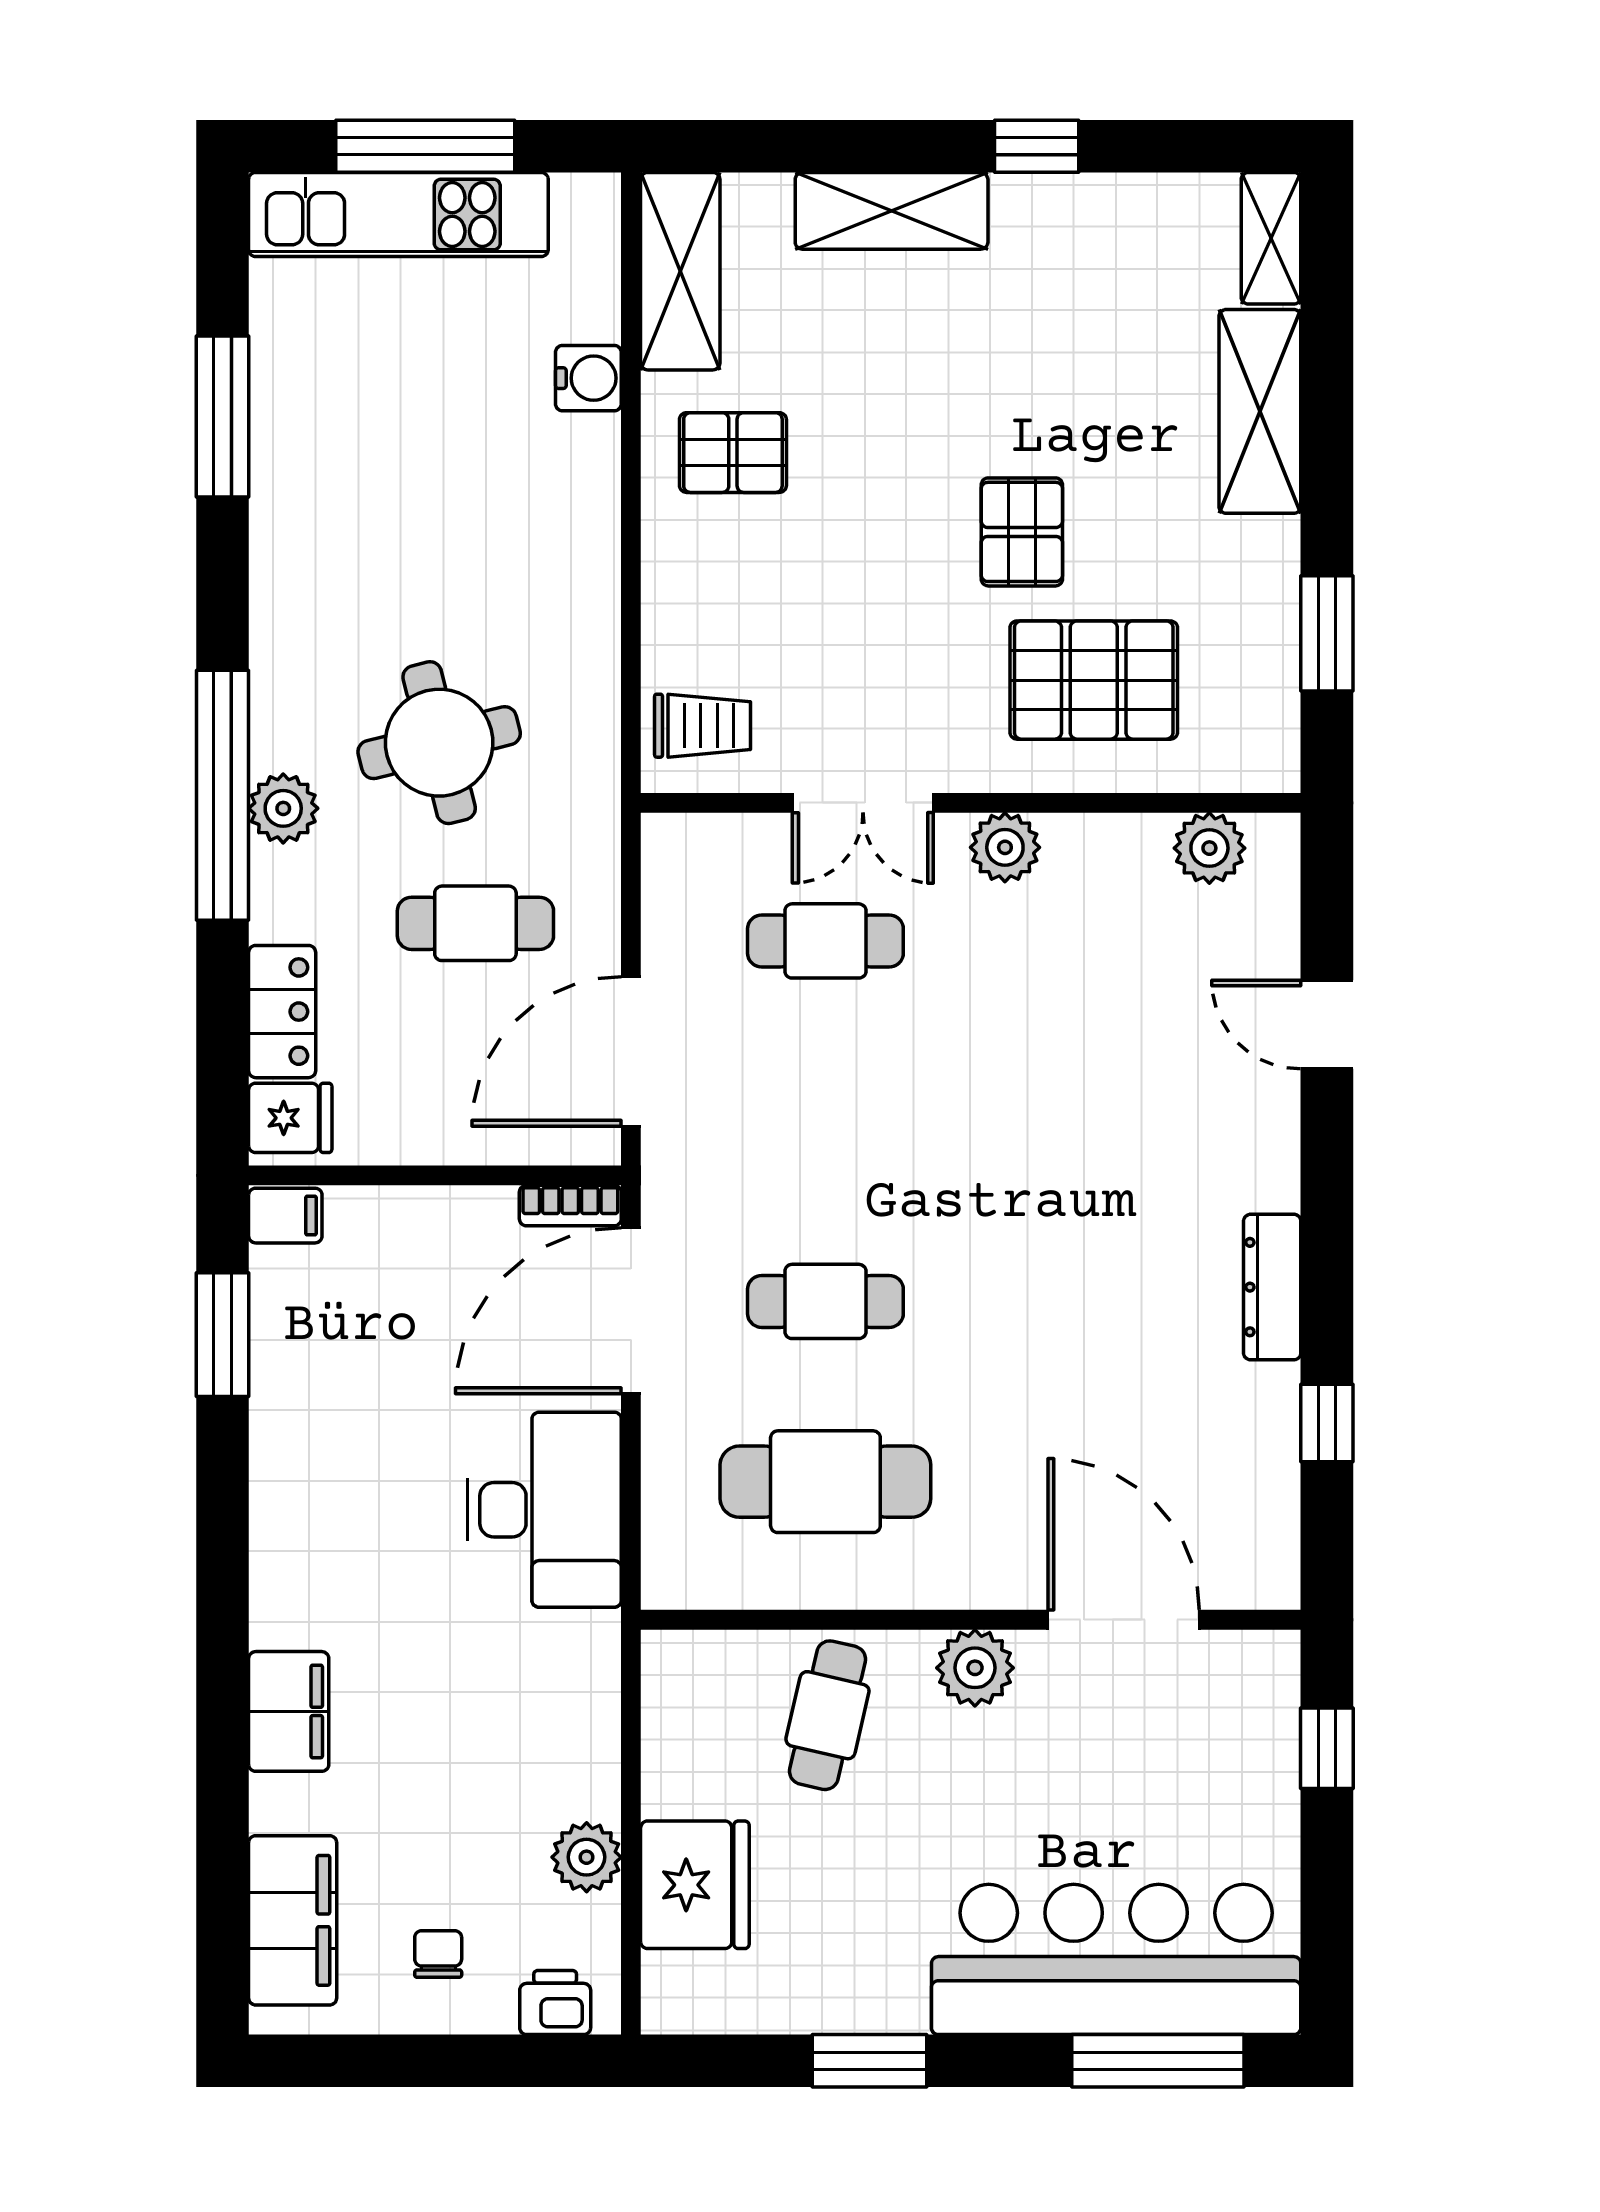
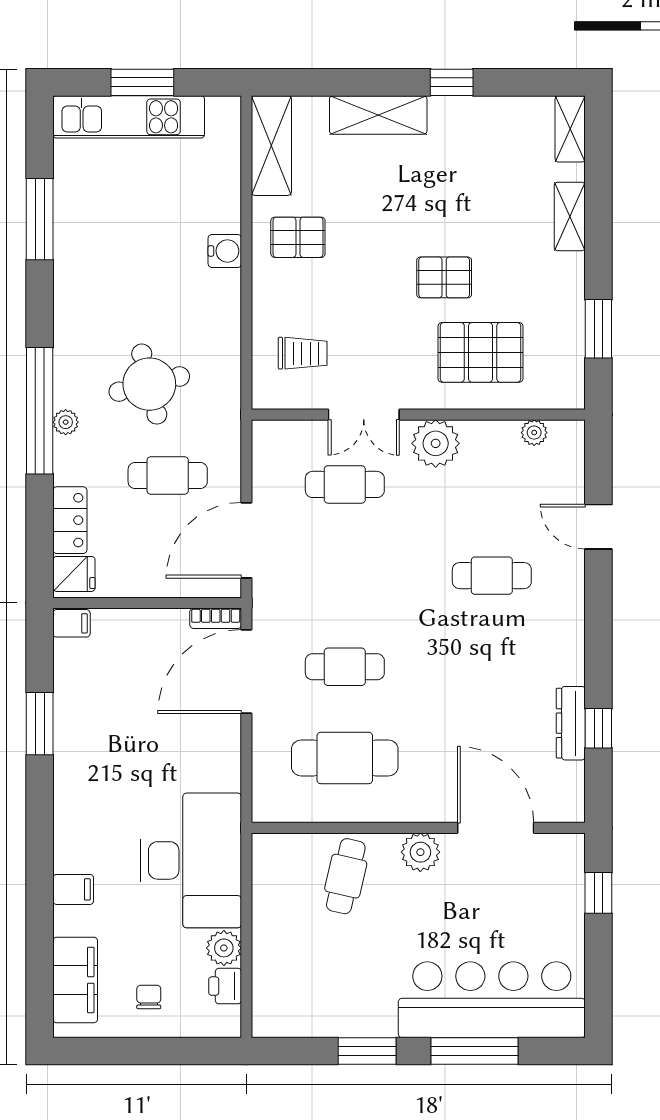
window: (425, 146) -> (142, 82), width x0.69
water cooler: (588, 378) -> (225, 251), moved
shelving: (1260, 411) -> (570, 216), width x0.67, depth x0.75
pallet: (1022, 532) -> (444, 277), turned 90
trolley: (703, 726) -> (303, 353), moved
plant: (283, 808) -> (66, 422), width x0.73, depth x0.73
plant: (1005, 847) -> (436, 443), width x1.36, depth x1.36
plant: (1209, 848) -> (534, 433), width x0.73, depth x0.73
cafe table: (1116, 1121) -> (492, 576), added
dresser: (1272, 1287) -> (571, 723), moved
window: (223, 1335) -> (40, 724), moved
desk: (544, 1510) -> (191, 860), moved, width x1.36, depth x1.30
filing cabinet: (289, 1711) -> (73, 889), width x0.50
fridge: (695, 1885) -> (279, 962), removed
printer: (555, 2003) -> (225, 986), moved, turned -90
window: (1158, 2061) -> (474, 1051), moved

